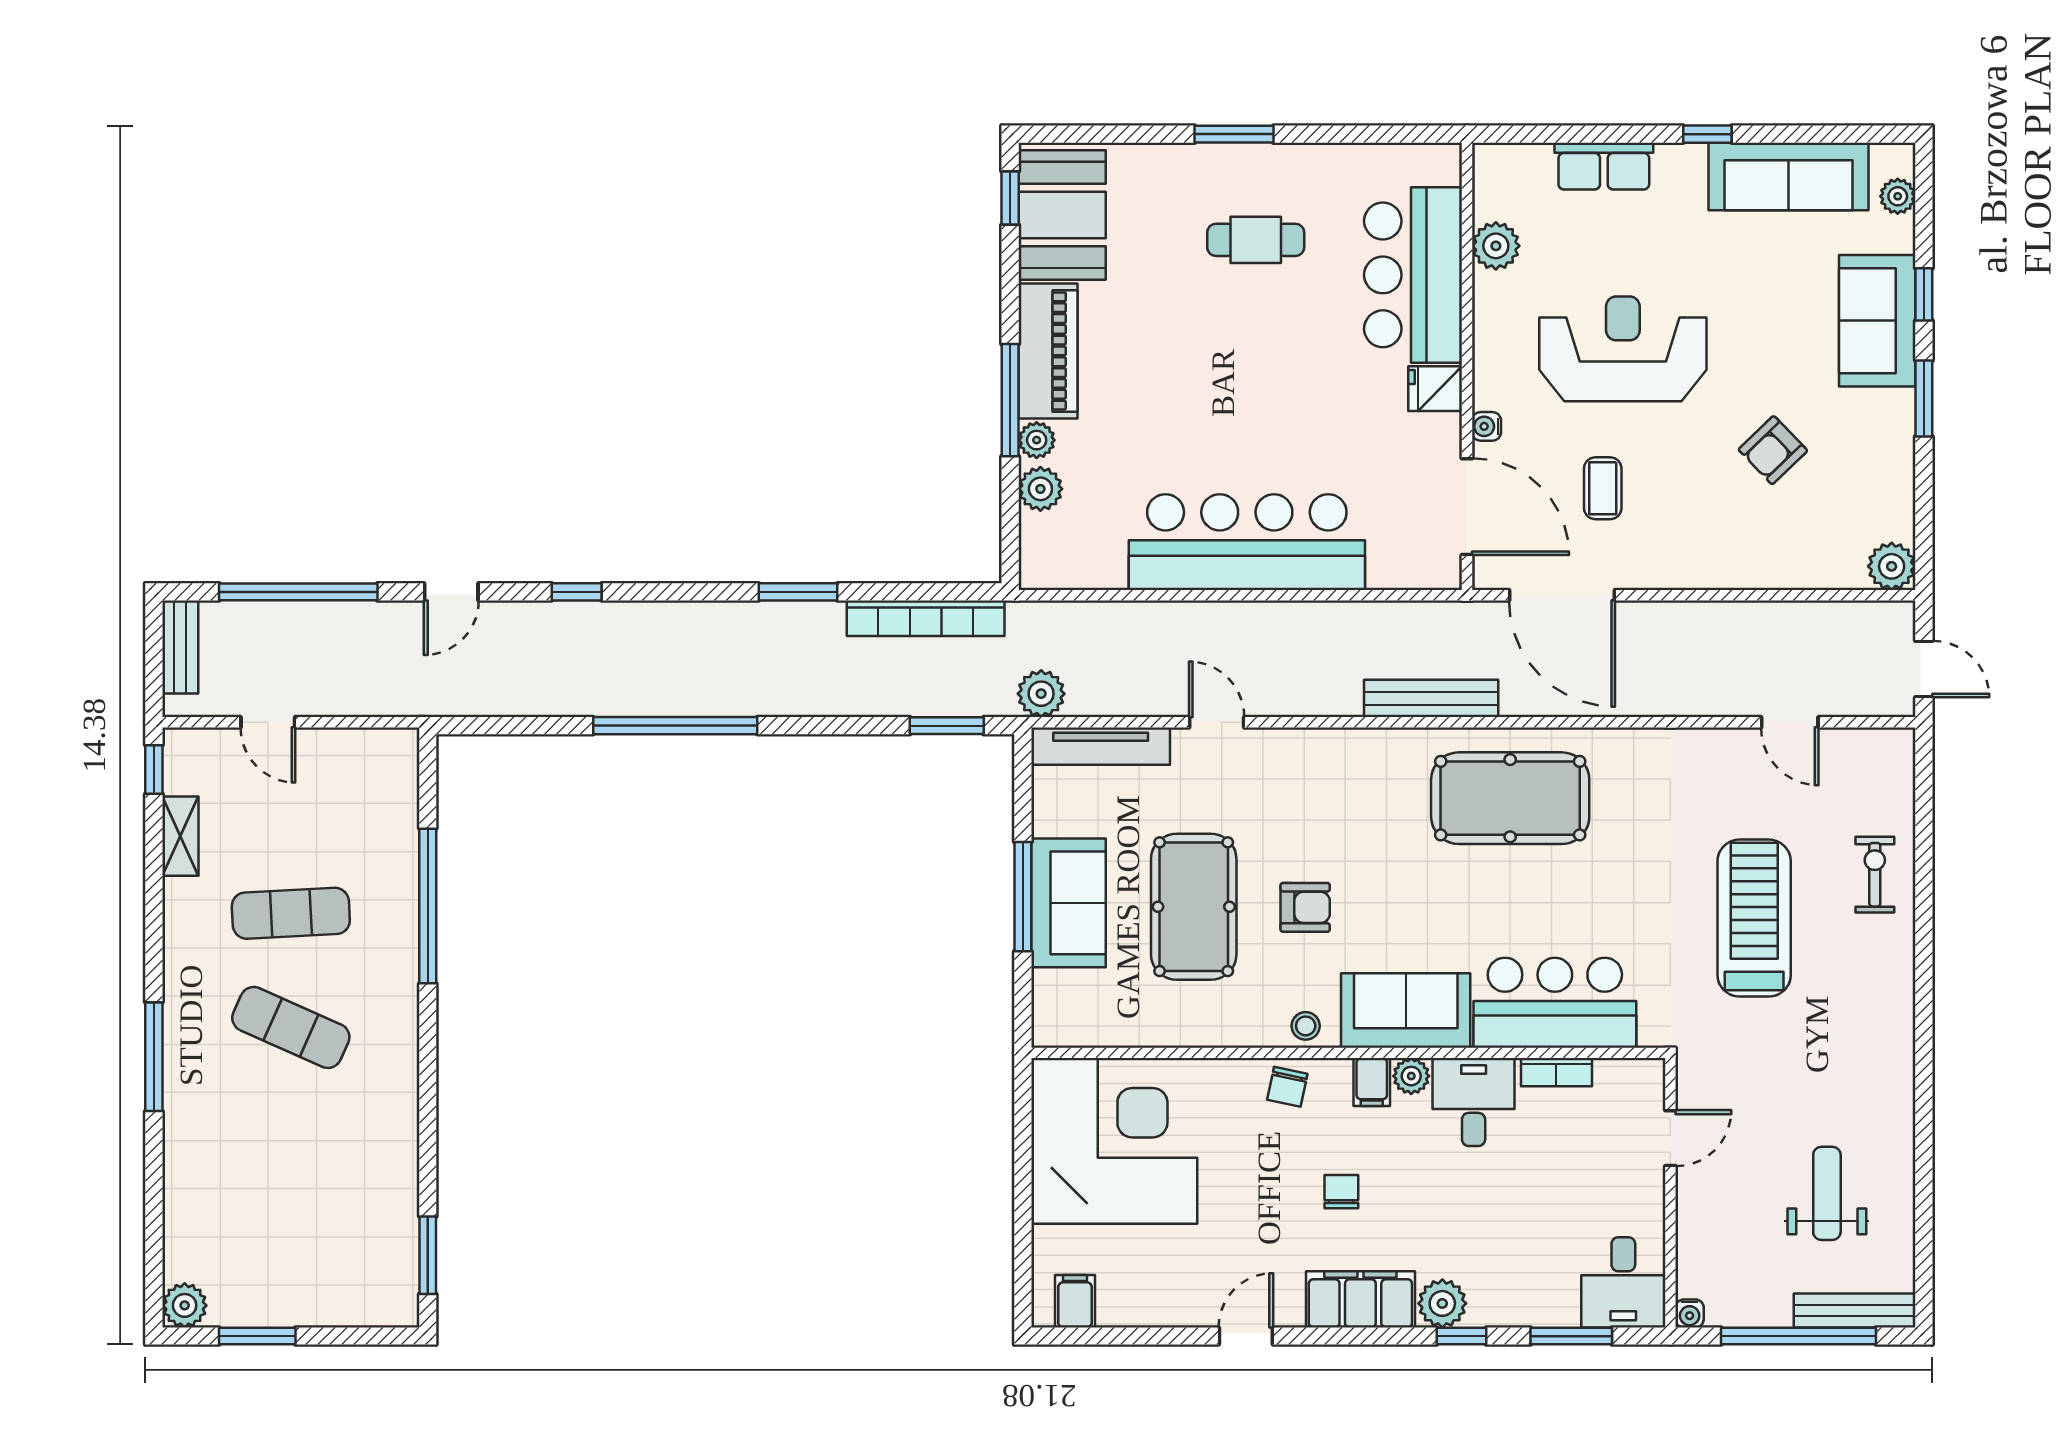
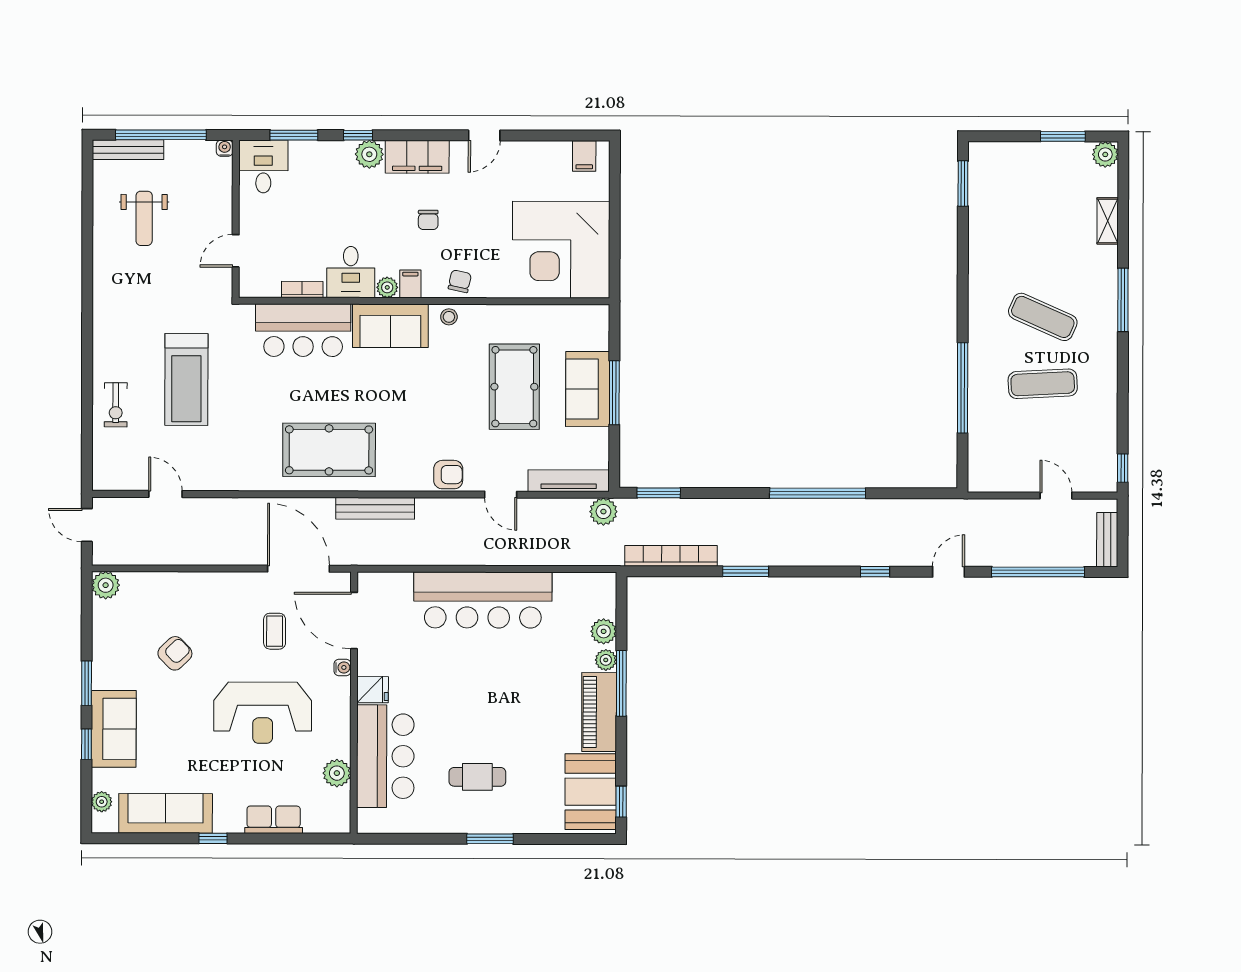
shelving: (180, 836) -> (1108, 221), moved
armchair: (1305, 907) -> (448, 475), moved, turned 180

